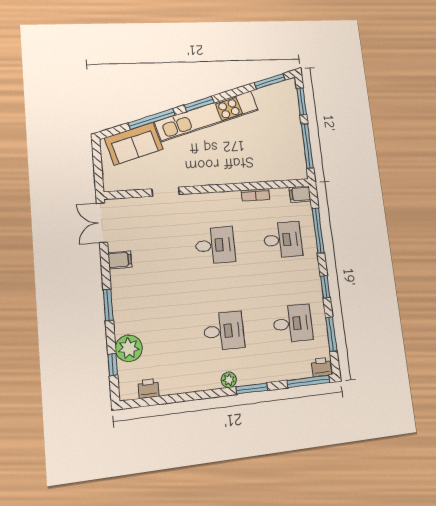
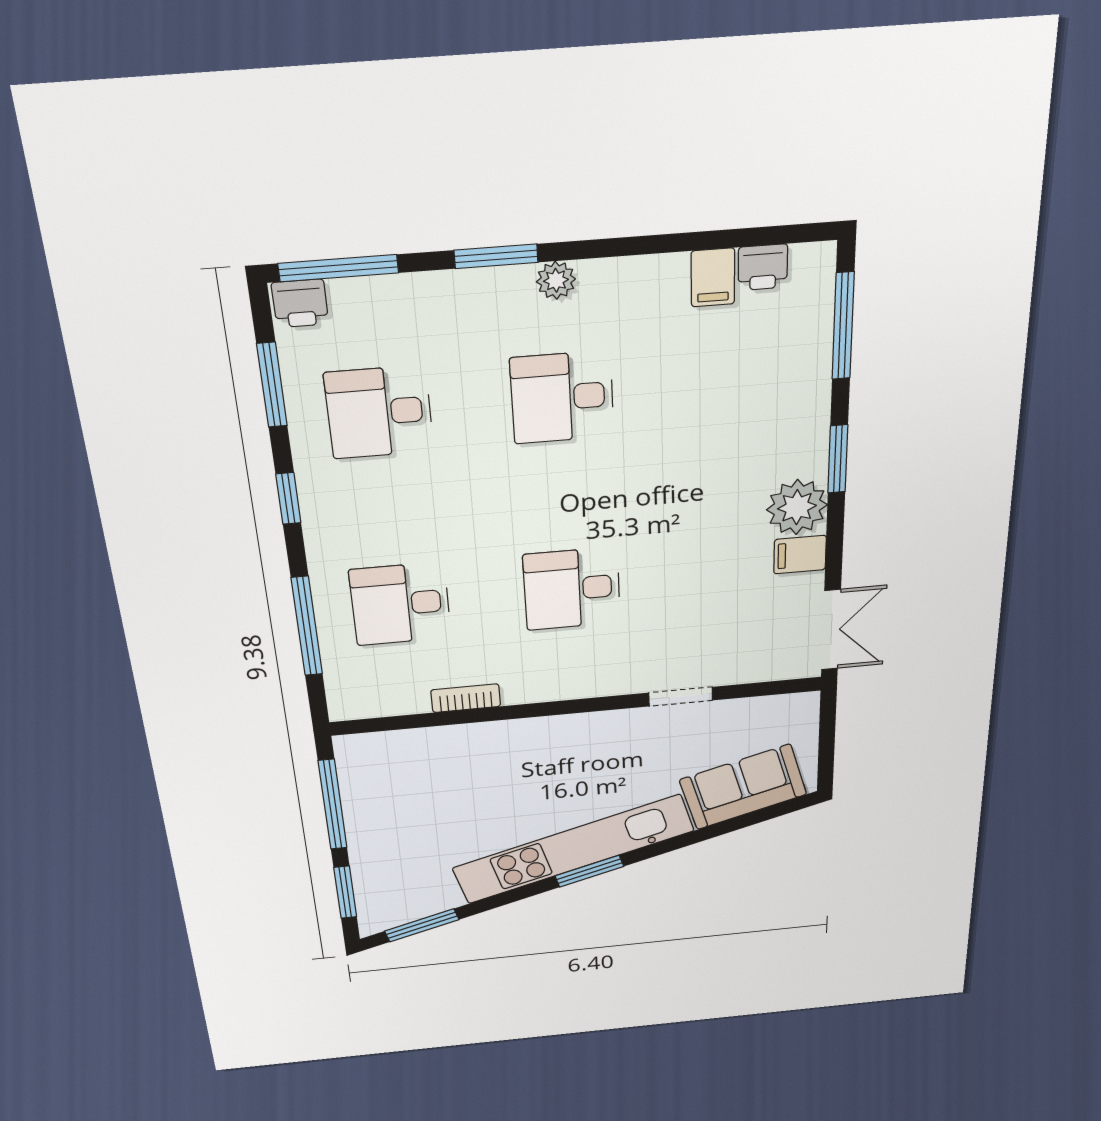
window: (152, 119) -> (699, 836), removed
filing cabinet: (300, 194) -> (713, 277), moved, turned 90
plant: (129, 348) -> (797, 507), moved
window: (113, 365) -> (843, 326), width x2.17

